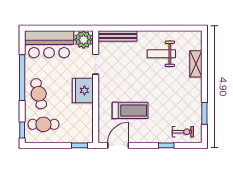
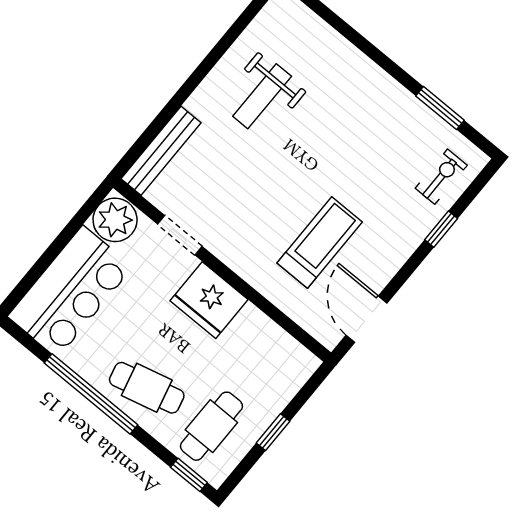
shelving: (196, 64) -> (334, 47), removed
window: (79, 145) -> (273, 432), moved

